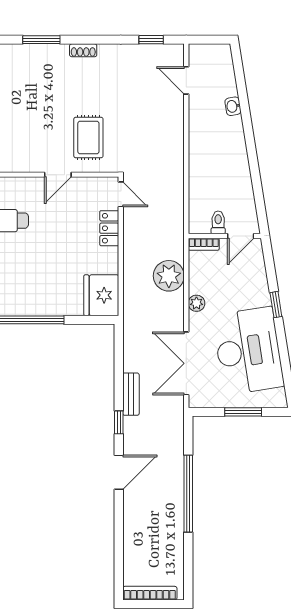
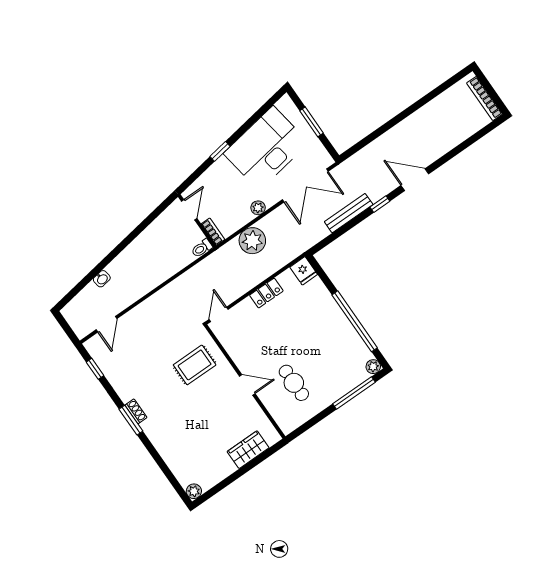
window: (41, 40) -> (131, 420), moved
door: (58, 175) -> (247, 385), moved
toilet: (218, 222) -> (202, 248), moved
locker: (109, 228) -> (266, 293), moved
door: (241, 236) -> (189, 210), hinge flipped
fridge: (101, 295) -> (304, 271), width x0.53, depth x0.75
bench: (131, 394) -> (349, 213), width x1.36
window: (188, 494) -> (396, 120), removed

